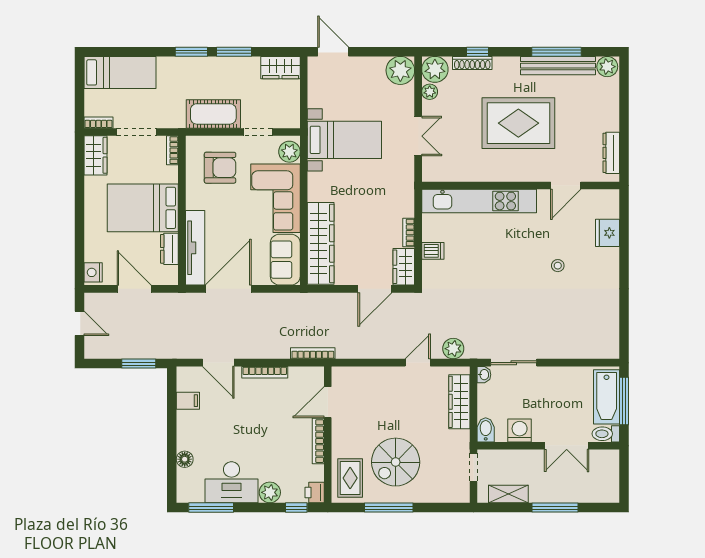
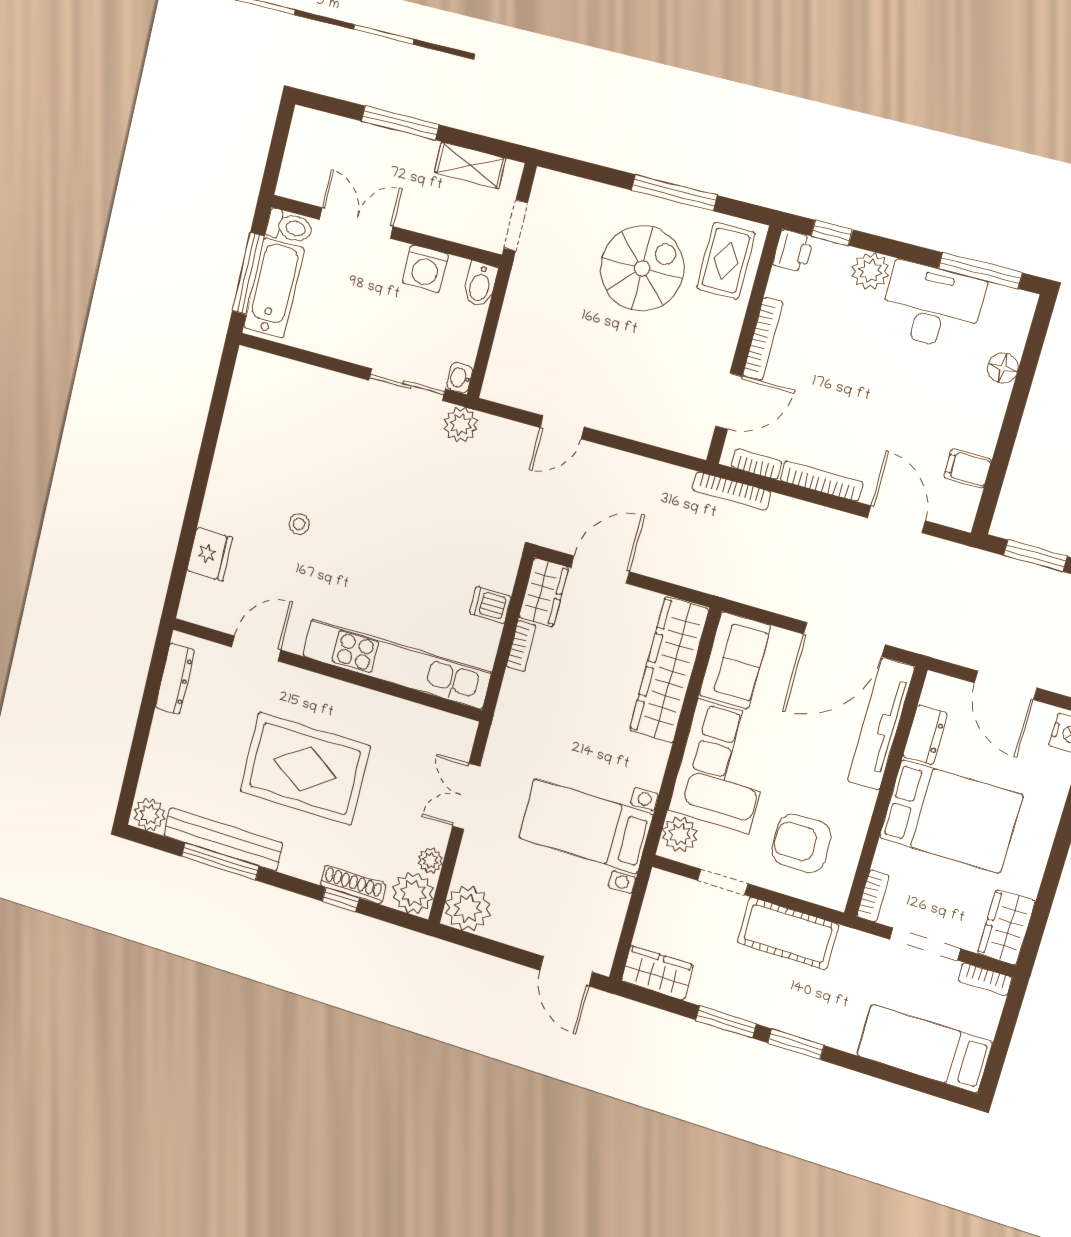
plant: (453, 349) -> (461, 425), moved
bookcase: (303, 372) -> (757, 464), added
wardrobe: (459, 402) -> (511, 343), removed

